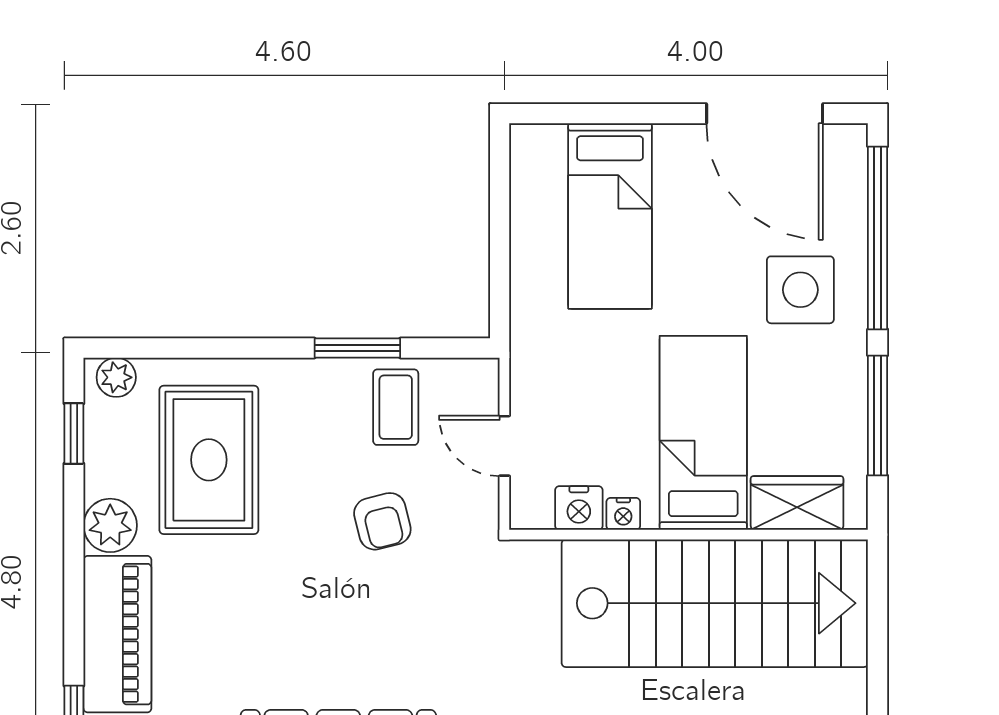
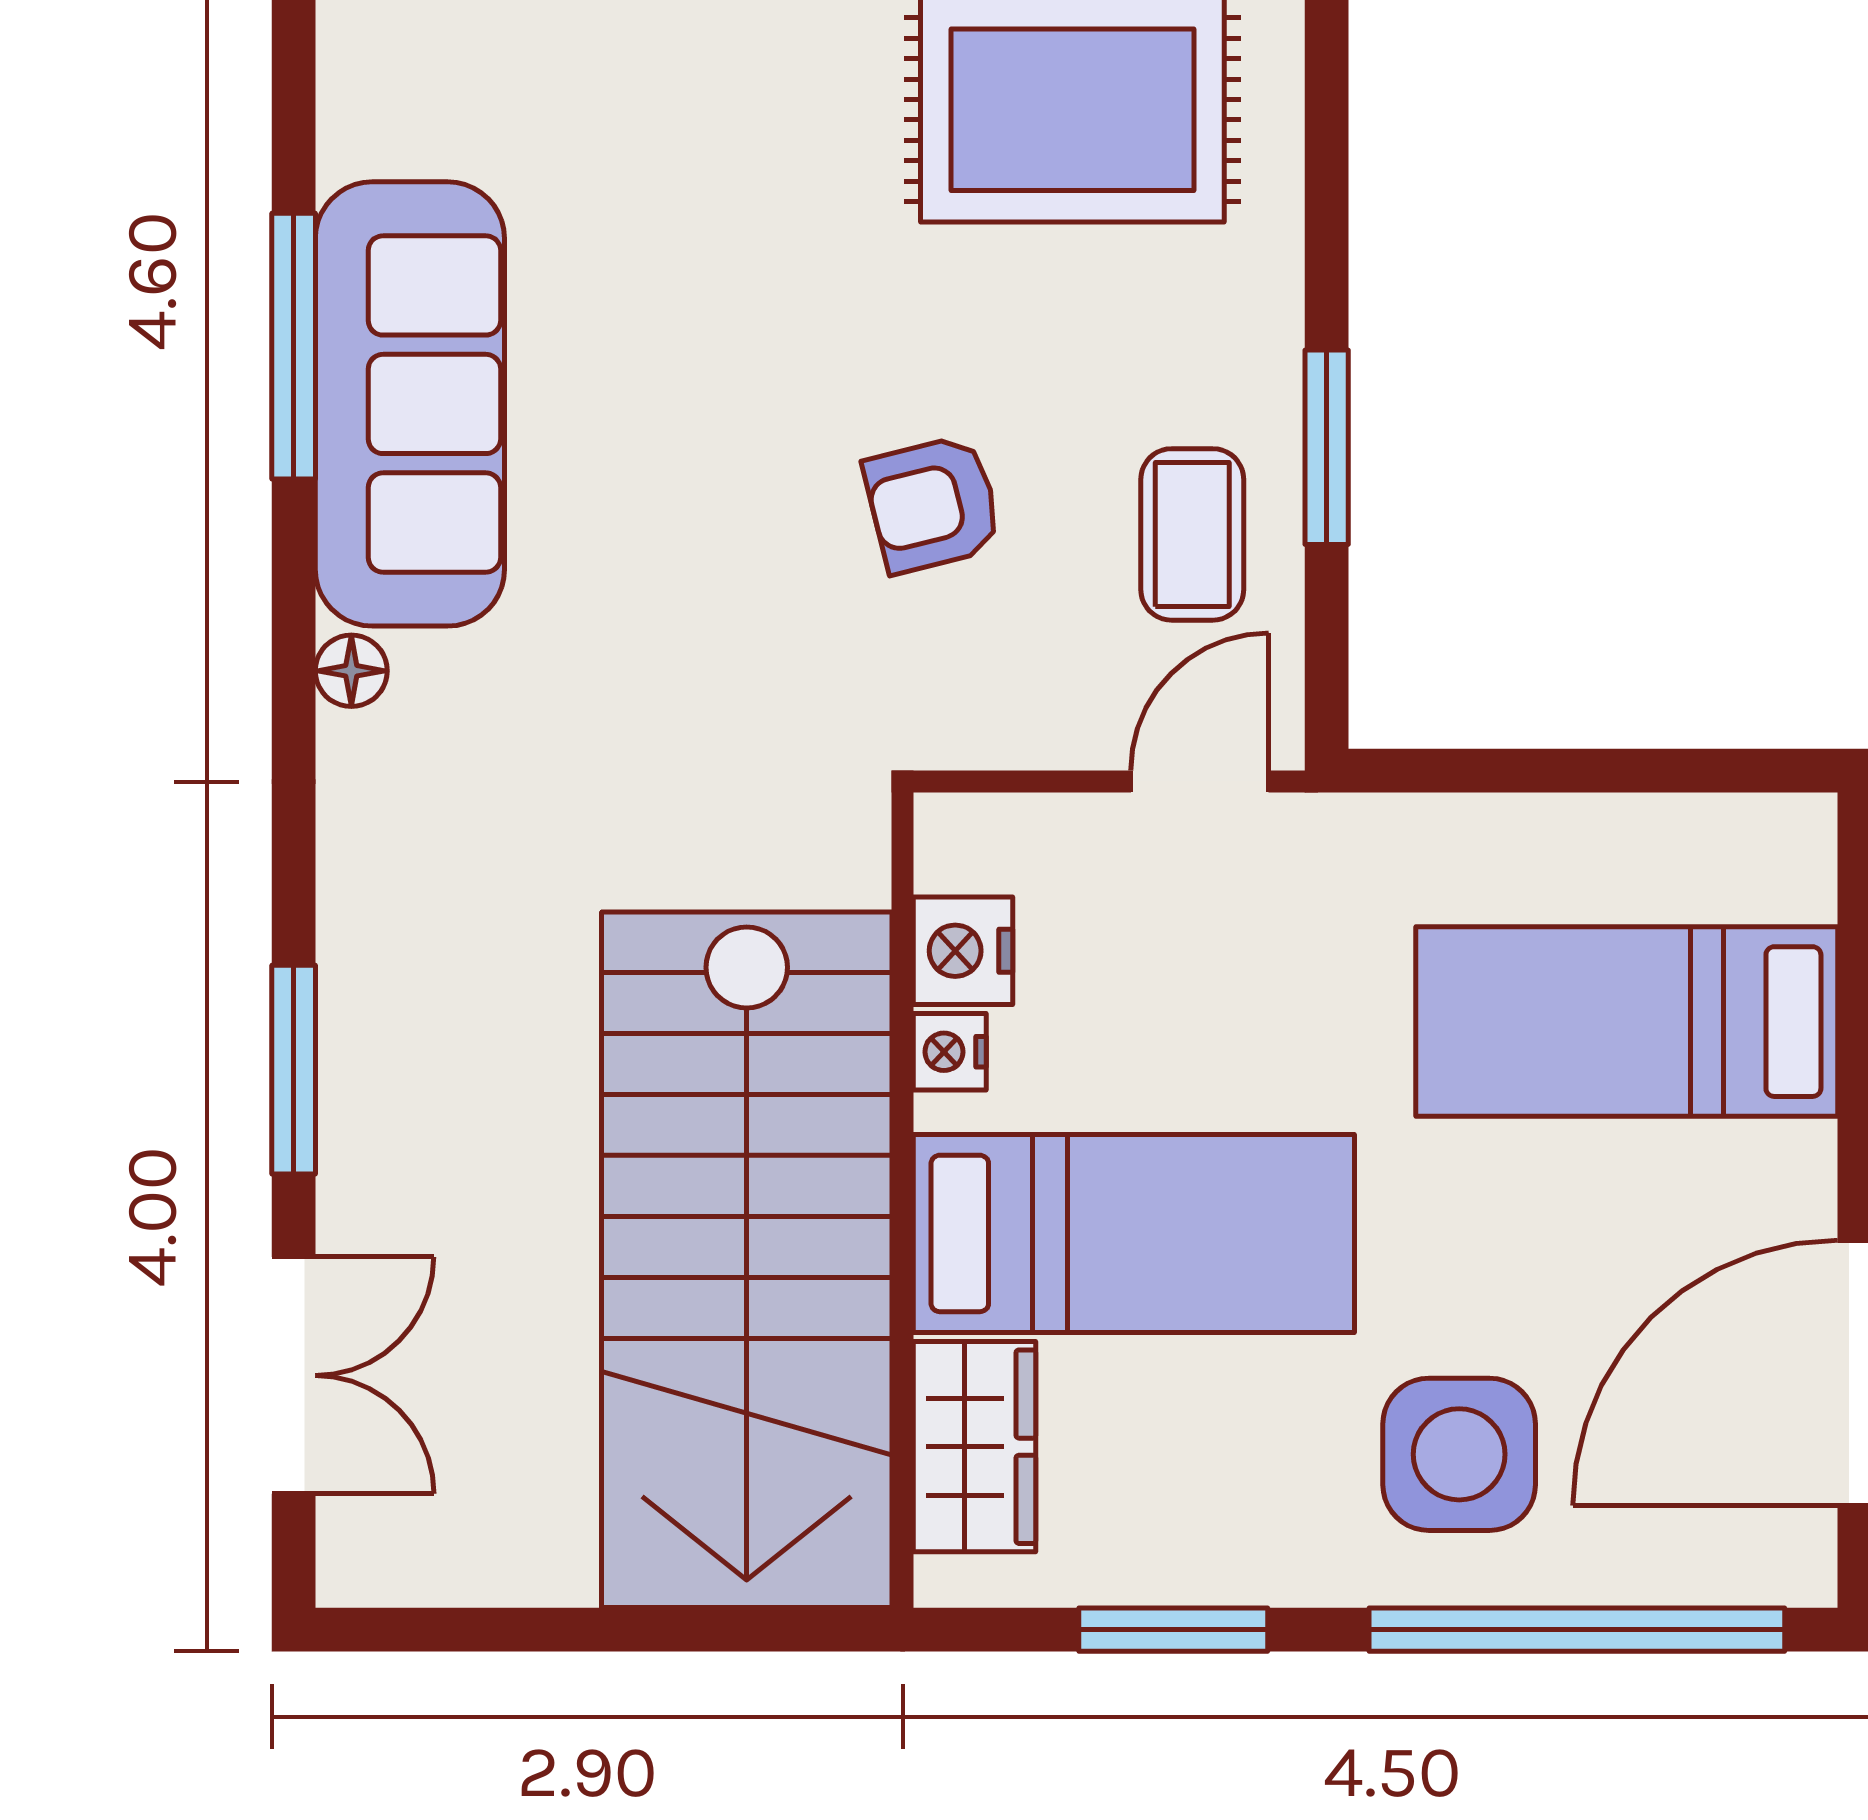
coffee table: (396, 407) -> (1192, 534), turned 90
window: (878, 416) -> (1173, 1630), width x0.69
door: (504, 446) -> (1200, 782), moved

